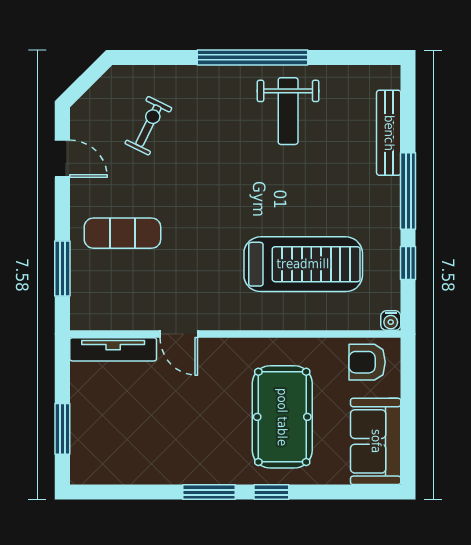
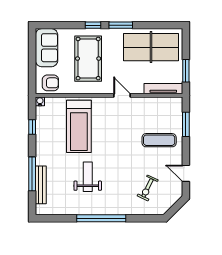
weight bench: (288, 111) -> (88, 177), moved
window: (408, 191) -> (32, 174), moved
treadmill: (303, 264) -> (79, 126), turned -90
door: (179, 334) -> (122, 95), moved
window: (62, 429) -> (186, 71), moved
table tennis table: (141, 443) -> (151, 47), added

